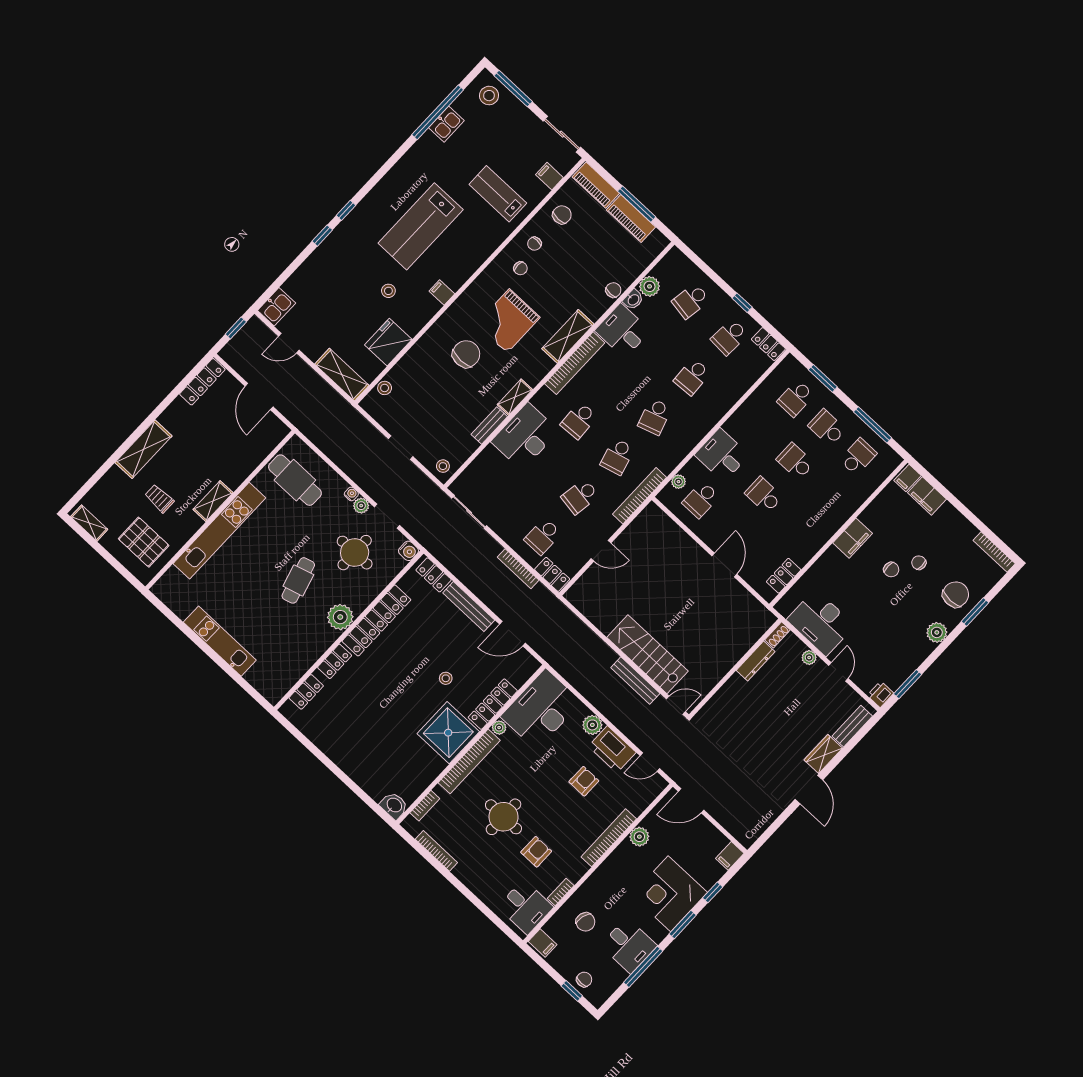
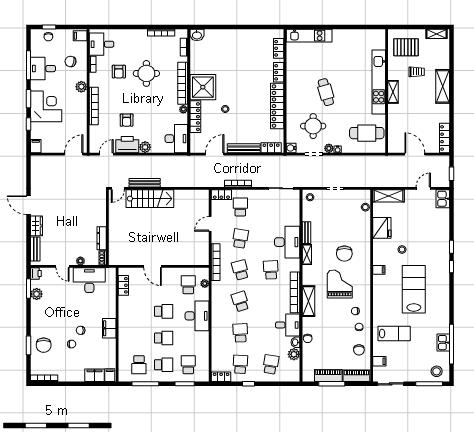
desk: (722, 455) -> (197, 316), width x1.37
plant: (340, 617) -> (294, 93), removed
plant: (937, 632) -> (37, 294), moved
kitchen unit: (220, 641) -> (309, 36), moved
desk: (541, 709) -> (176, 139), width x0.73, depth x0.77
plant: (639, 837) -> (81, 87), moved

